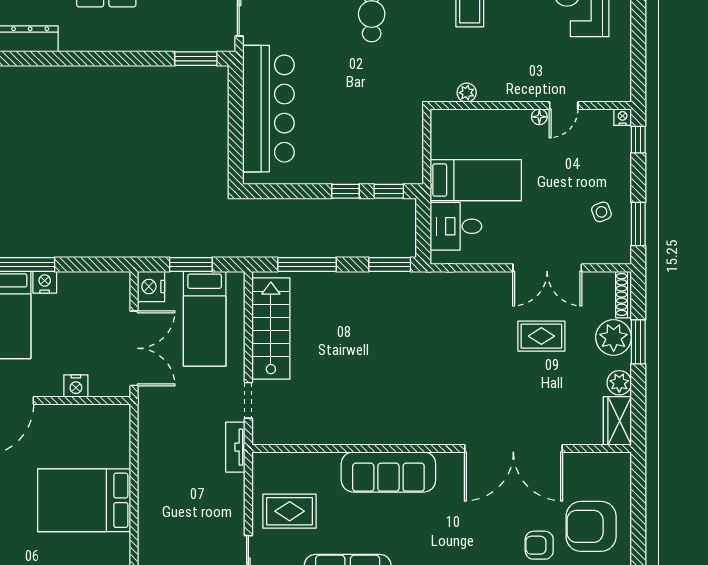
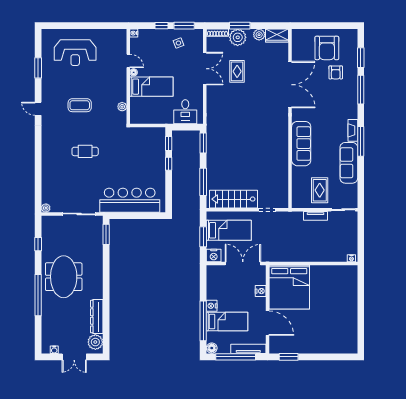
window: (638, 140) -> (162, 26), moved
bed: (476, 180) -> (151, 87), moved, turned 90
tv unit: (235, 447) -> (316, 216), moved
bed: (84, 500) -> (289, 287), moved, width x1.36

